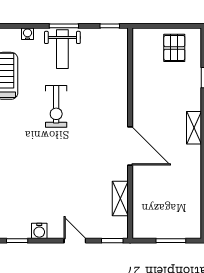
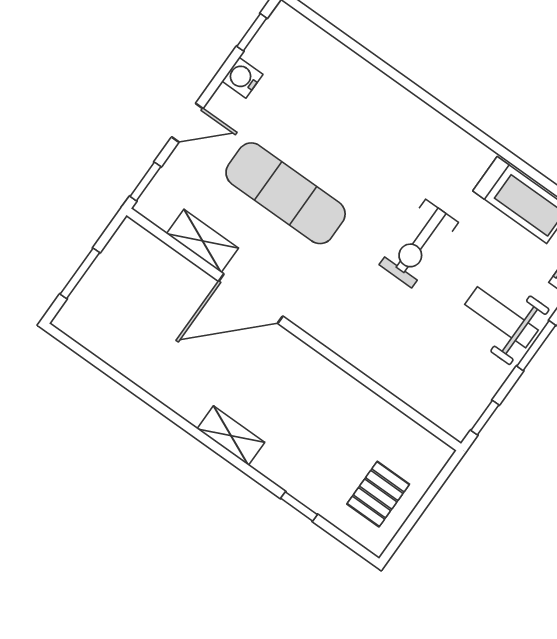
pallet: (174, 48) -> (378, 494), turned 90
exercise bike: (56, 106) -> (419, 244), turned -90
door: (130, 146) -> (251, 299), moved
exercise mat: (75, 178) -> (286, 193), added

